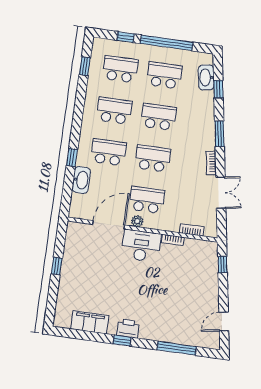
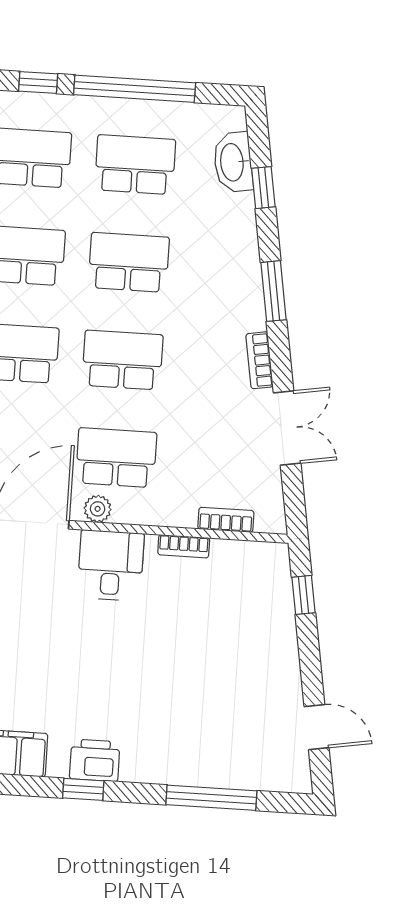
desk: (141, 246) -> (111, 565), width x0.73
door: (224, 321) -> (317, 727), swing flipped

